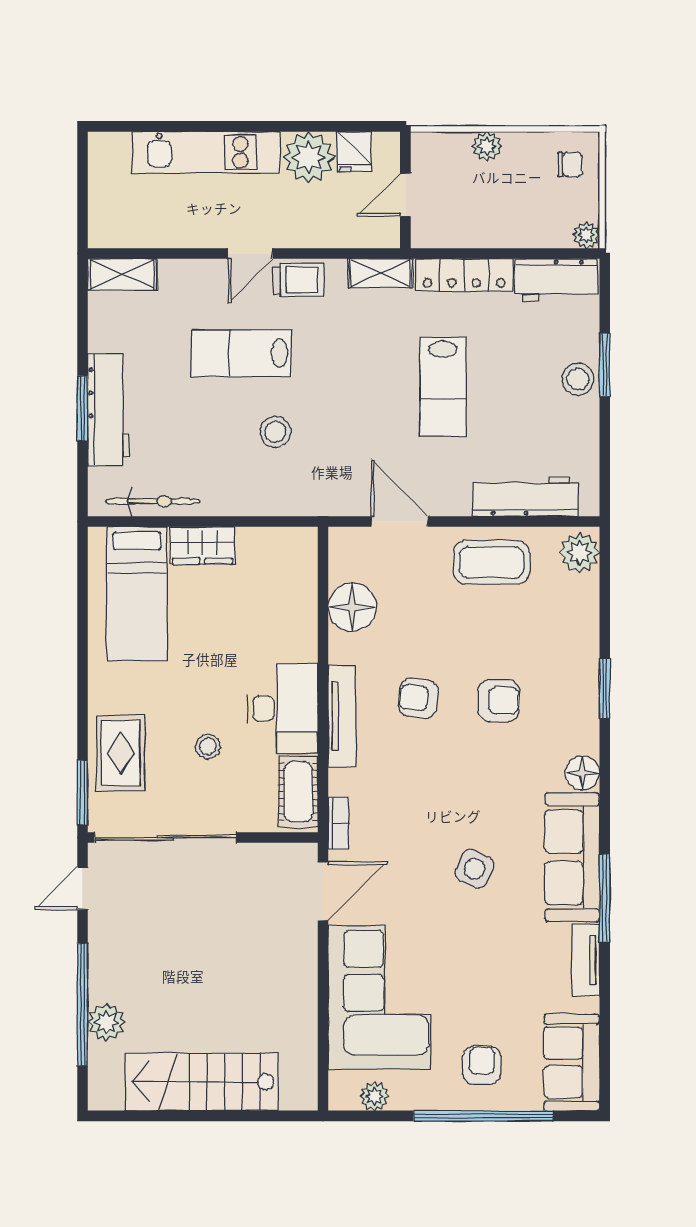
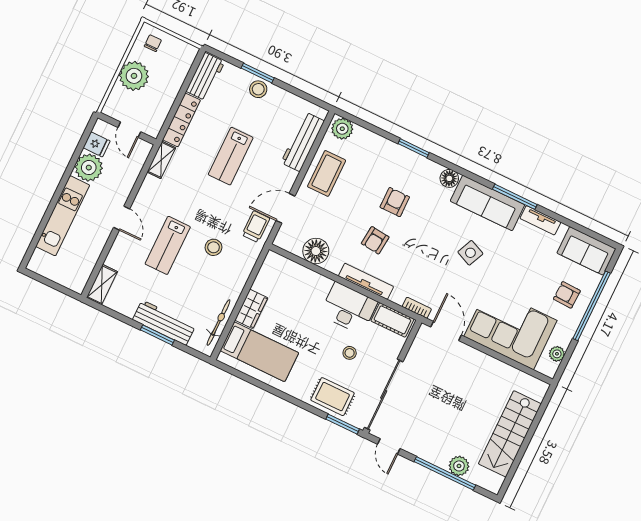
plant: (487, 146) -> (134, 76), width x1.88, depth x1.88
plant: (586, 235) -> (191, 52), removed
trolley: (298, 280) -> (256, 227), moved
lab bench: (443, 387) -> (231, 156), turned 90

